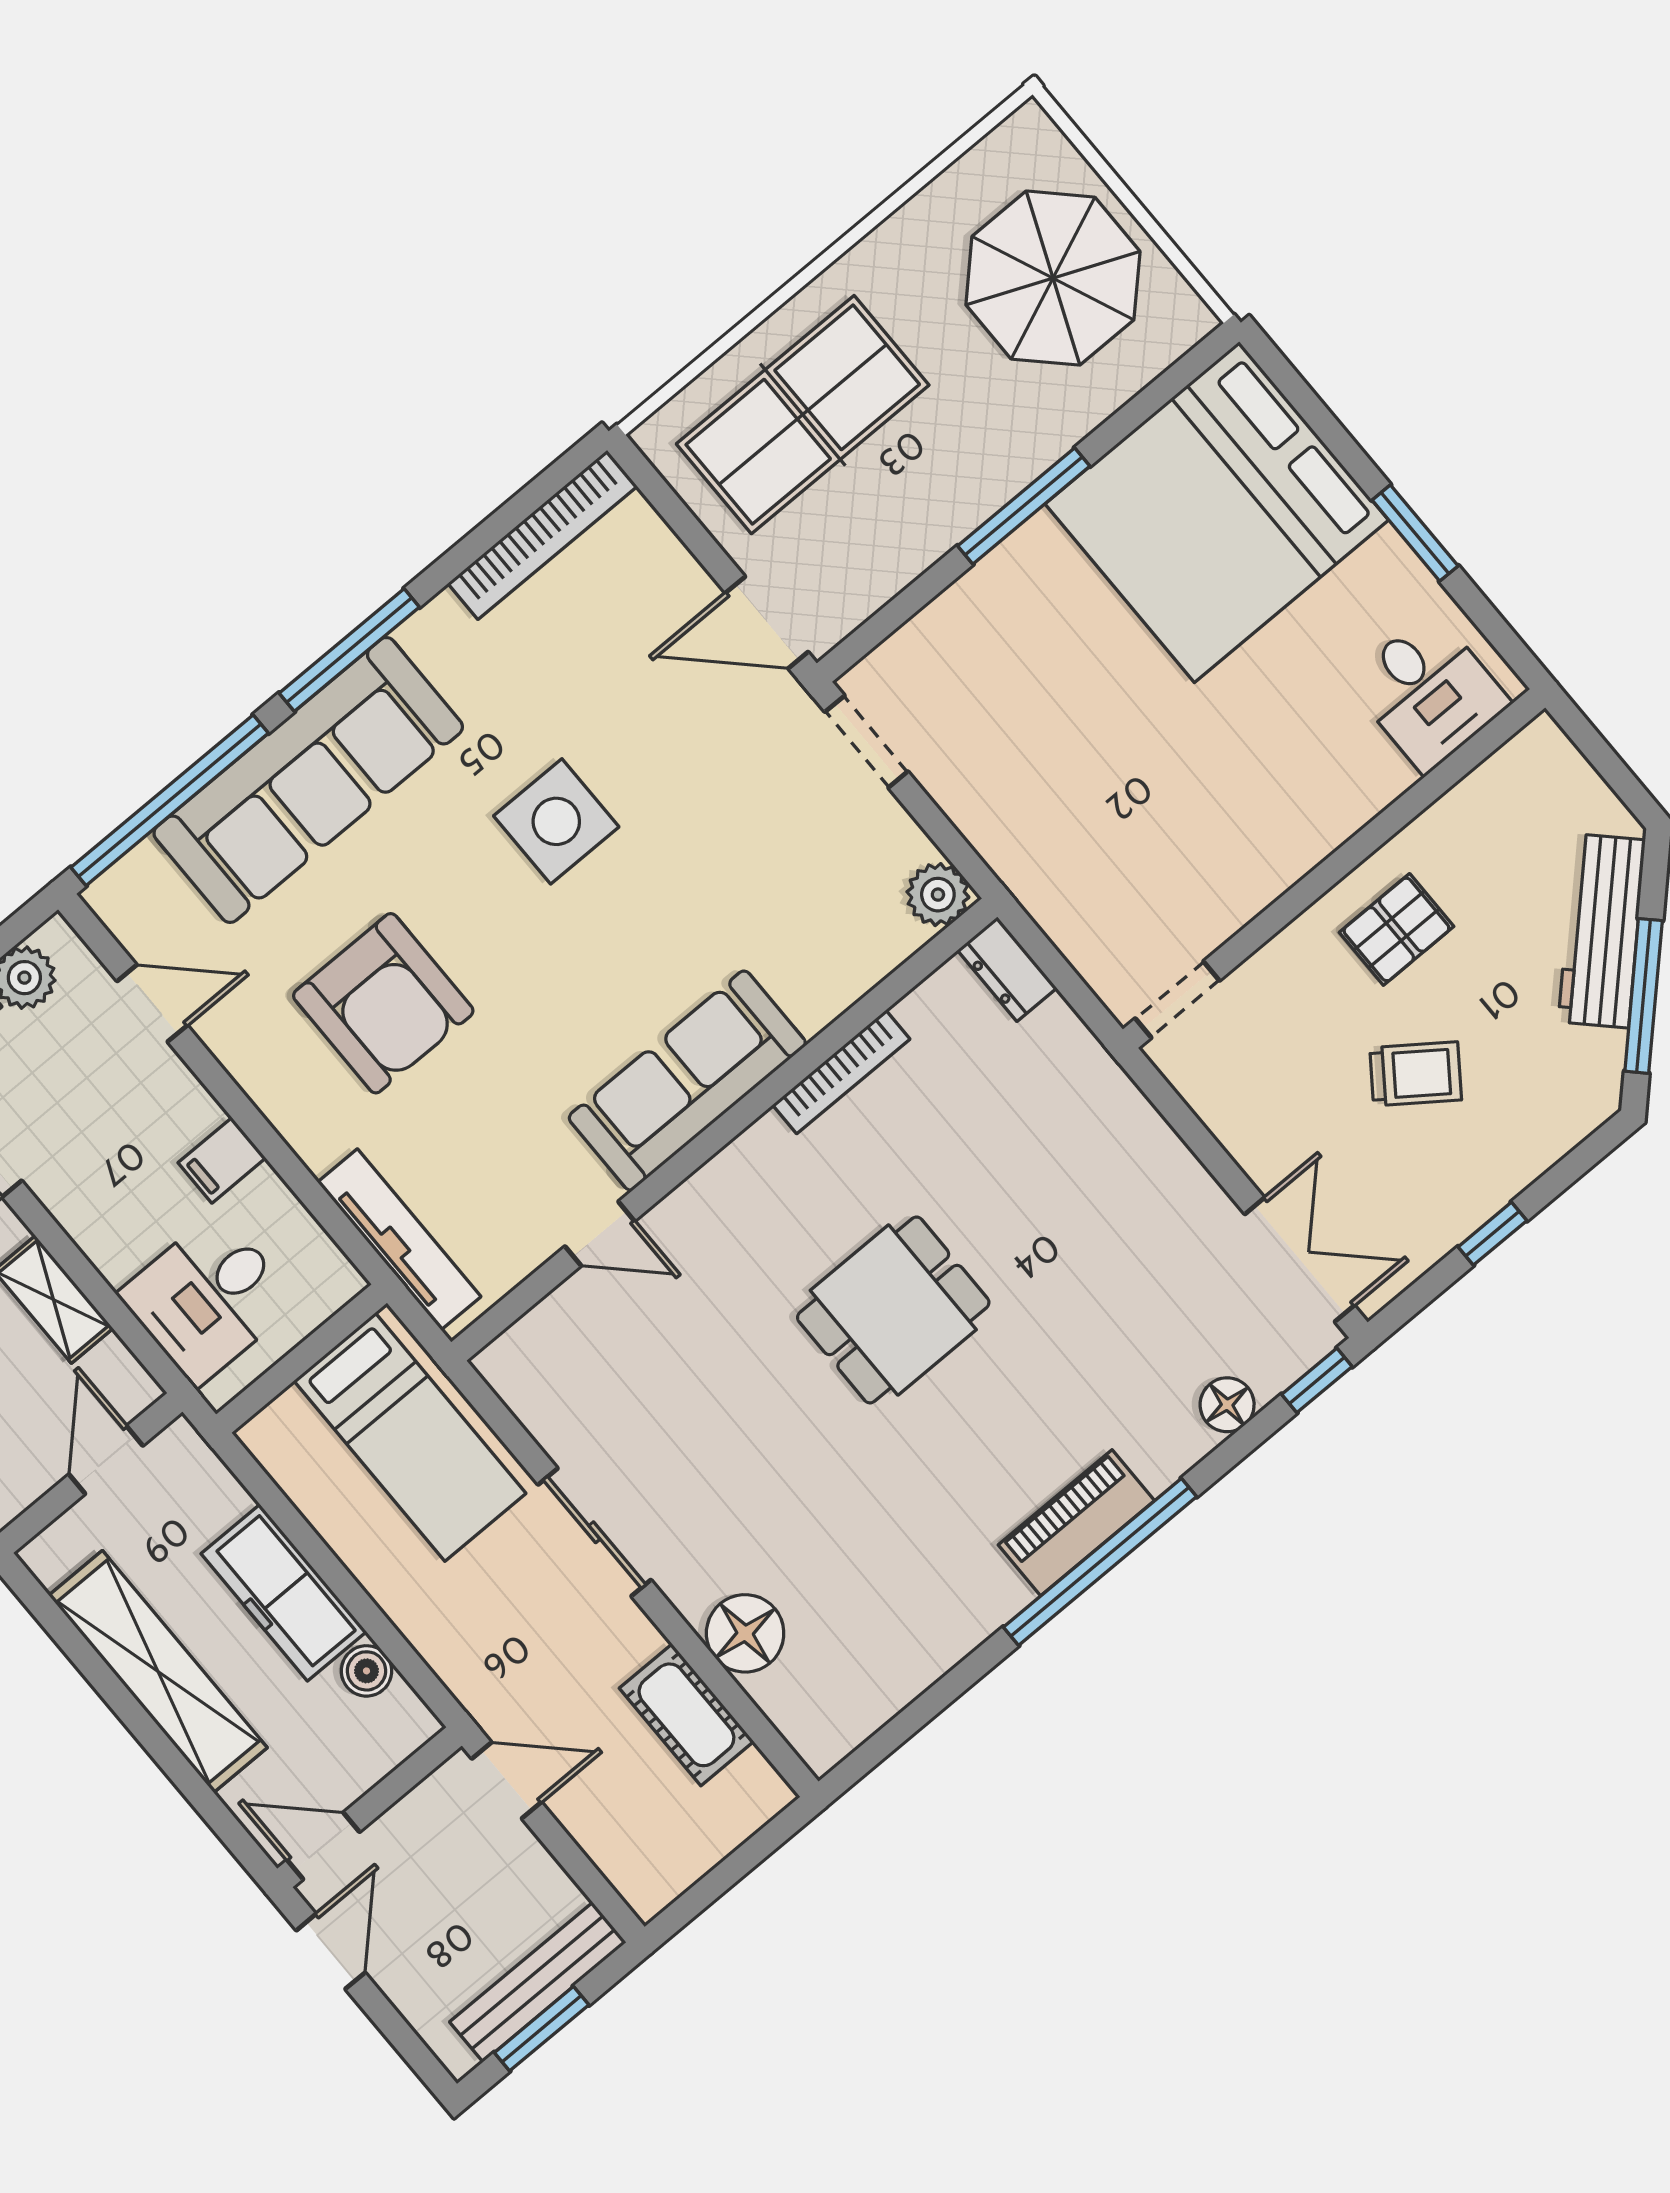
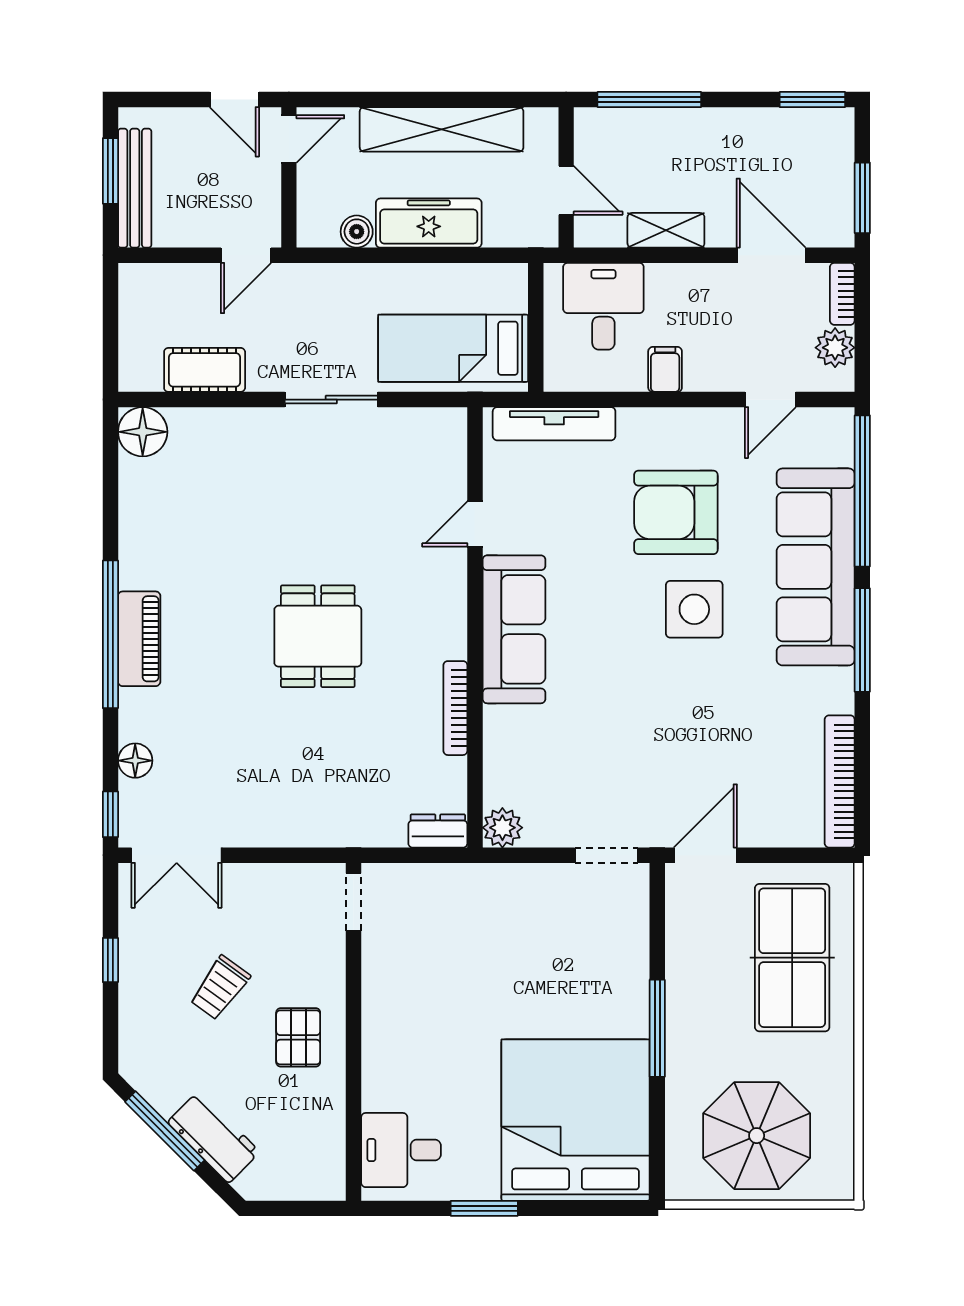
side table: (556, 821) -> (694, 609), moved
workbench: (1602, 931) -> (214, 1137), width x0.73
floor lamp: (745, 1633) -> (143, 432), moved

